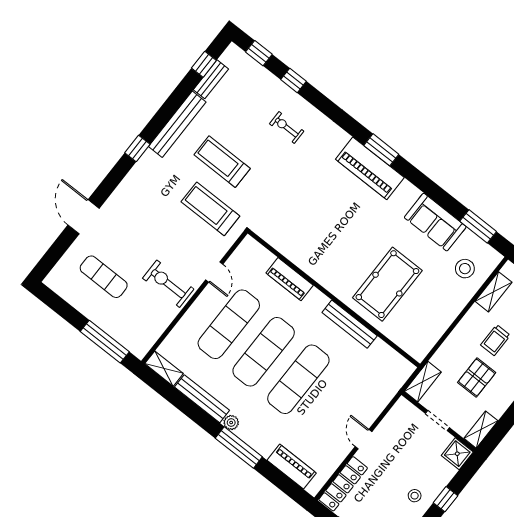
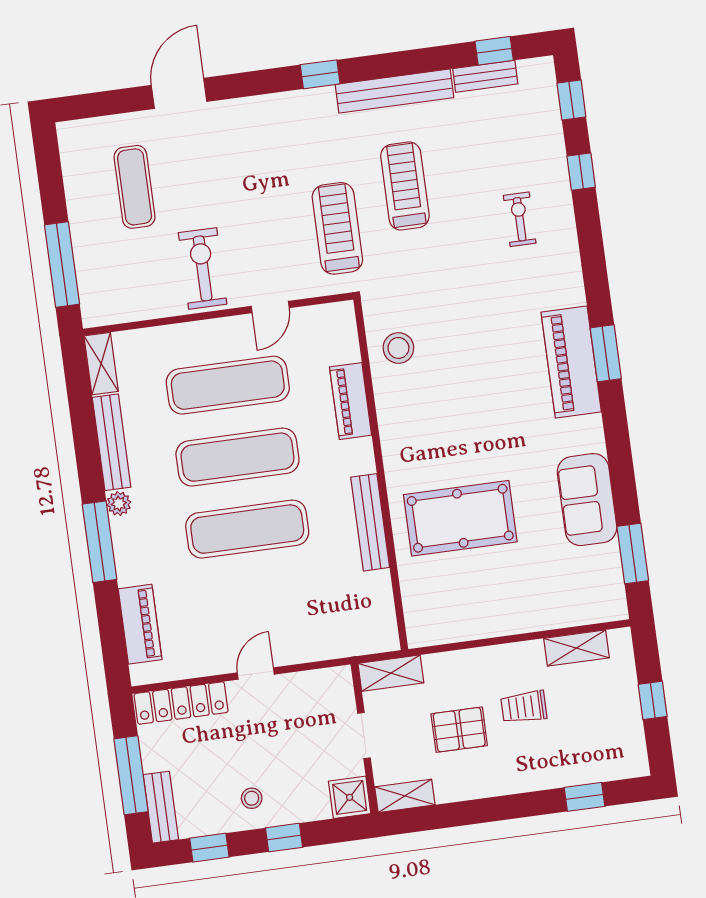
stool: (465, 269) -> (398, 348), moved

